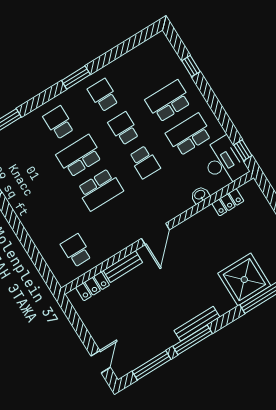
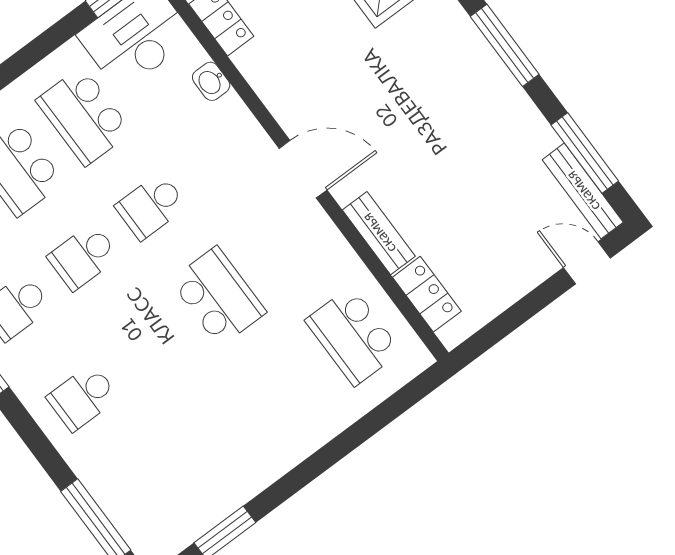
school desk: (79, 156) -> (150, 347), removed
school desk: (144, 162) -> (151, 206), turned 180
school desk: (76, 250) -> (353, 336), width x1.85
bench: (197, 324) -> (583, 191), moved
window: (193, 340) -> (505, 45), moved

